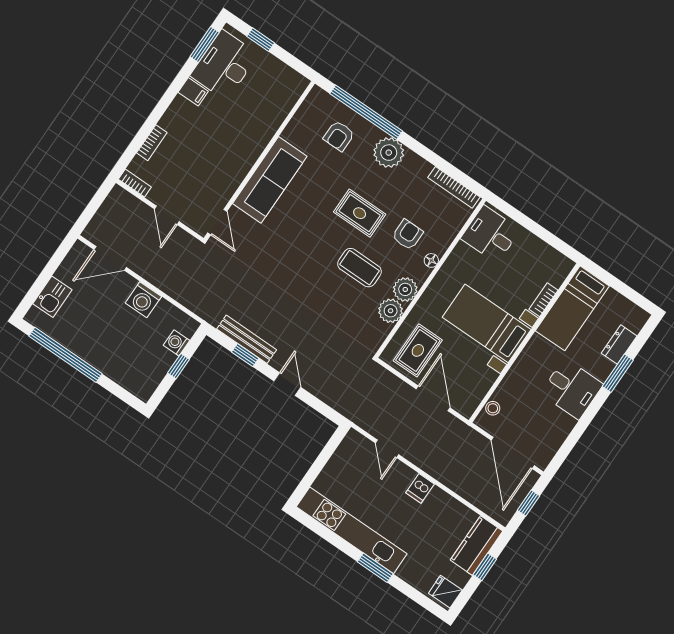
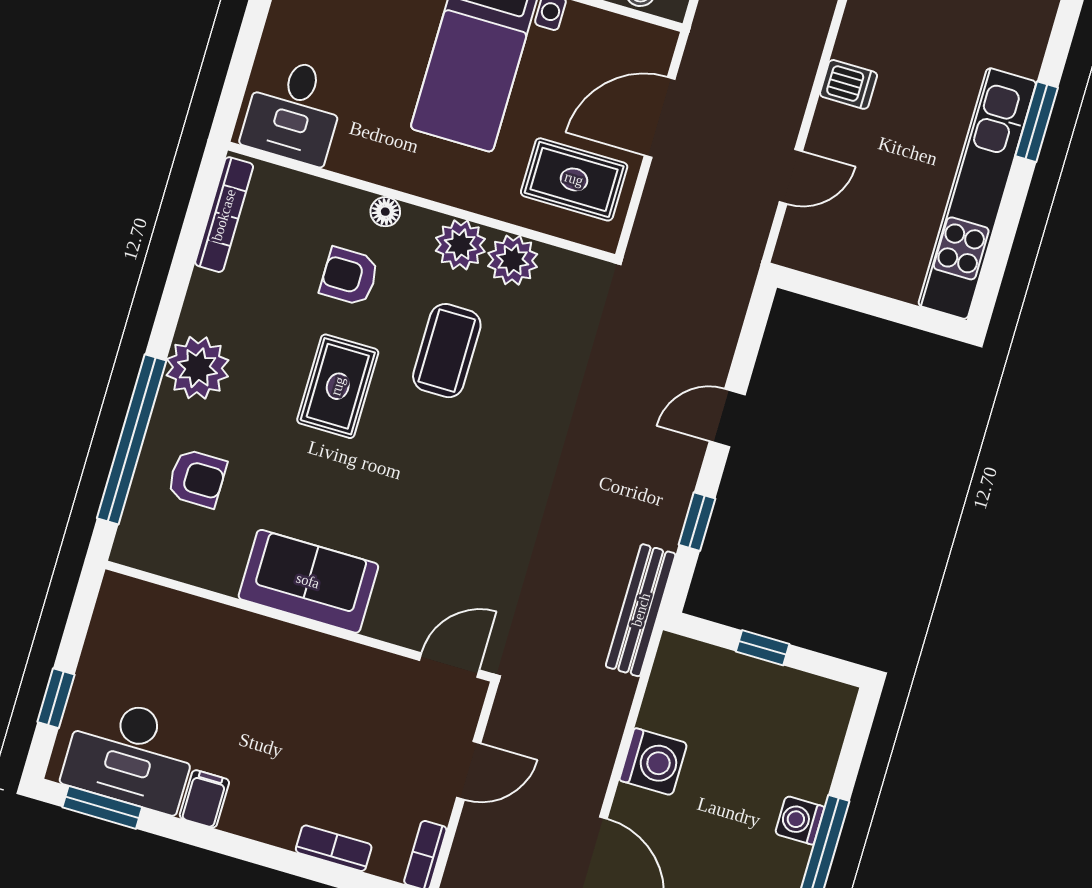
sofa: (270, 180) -> (308, 581), width x0.73
bench: (247, 339) -> (641, 610), moved
washing machine: (176, 343) -> (800, 820), moved, turned 90

